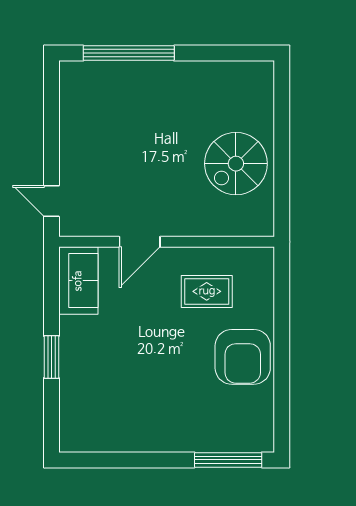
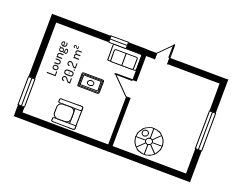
window: (129, 53) -> (206, 131), moved
rug: (207, 291) -> (91, 83), moved, turned 90
window: (51, 357) -> (119, 42), moved

